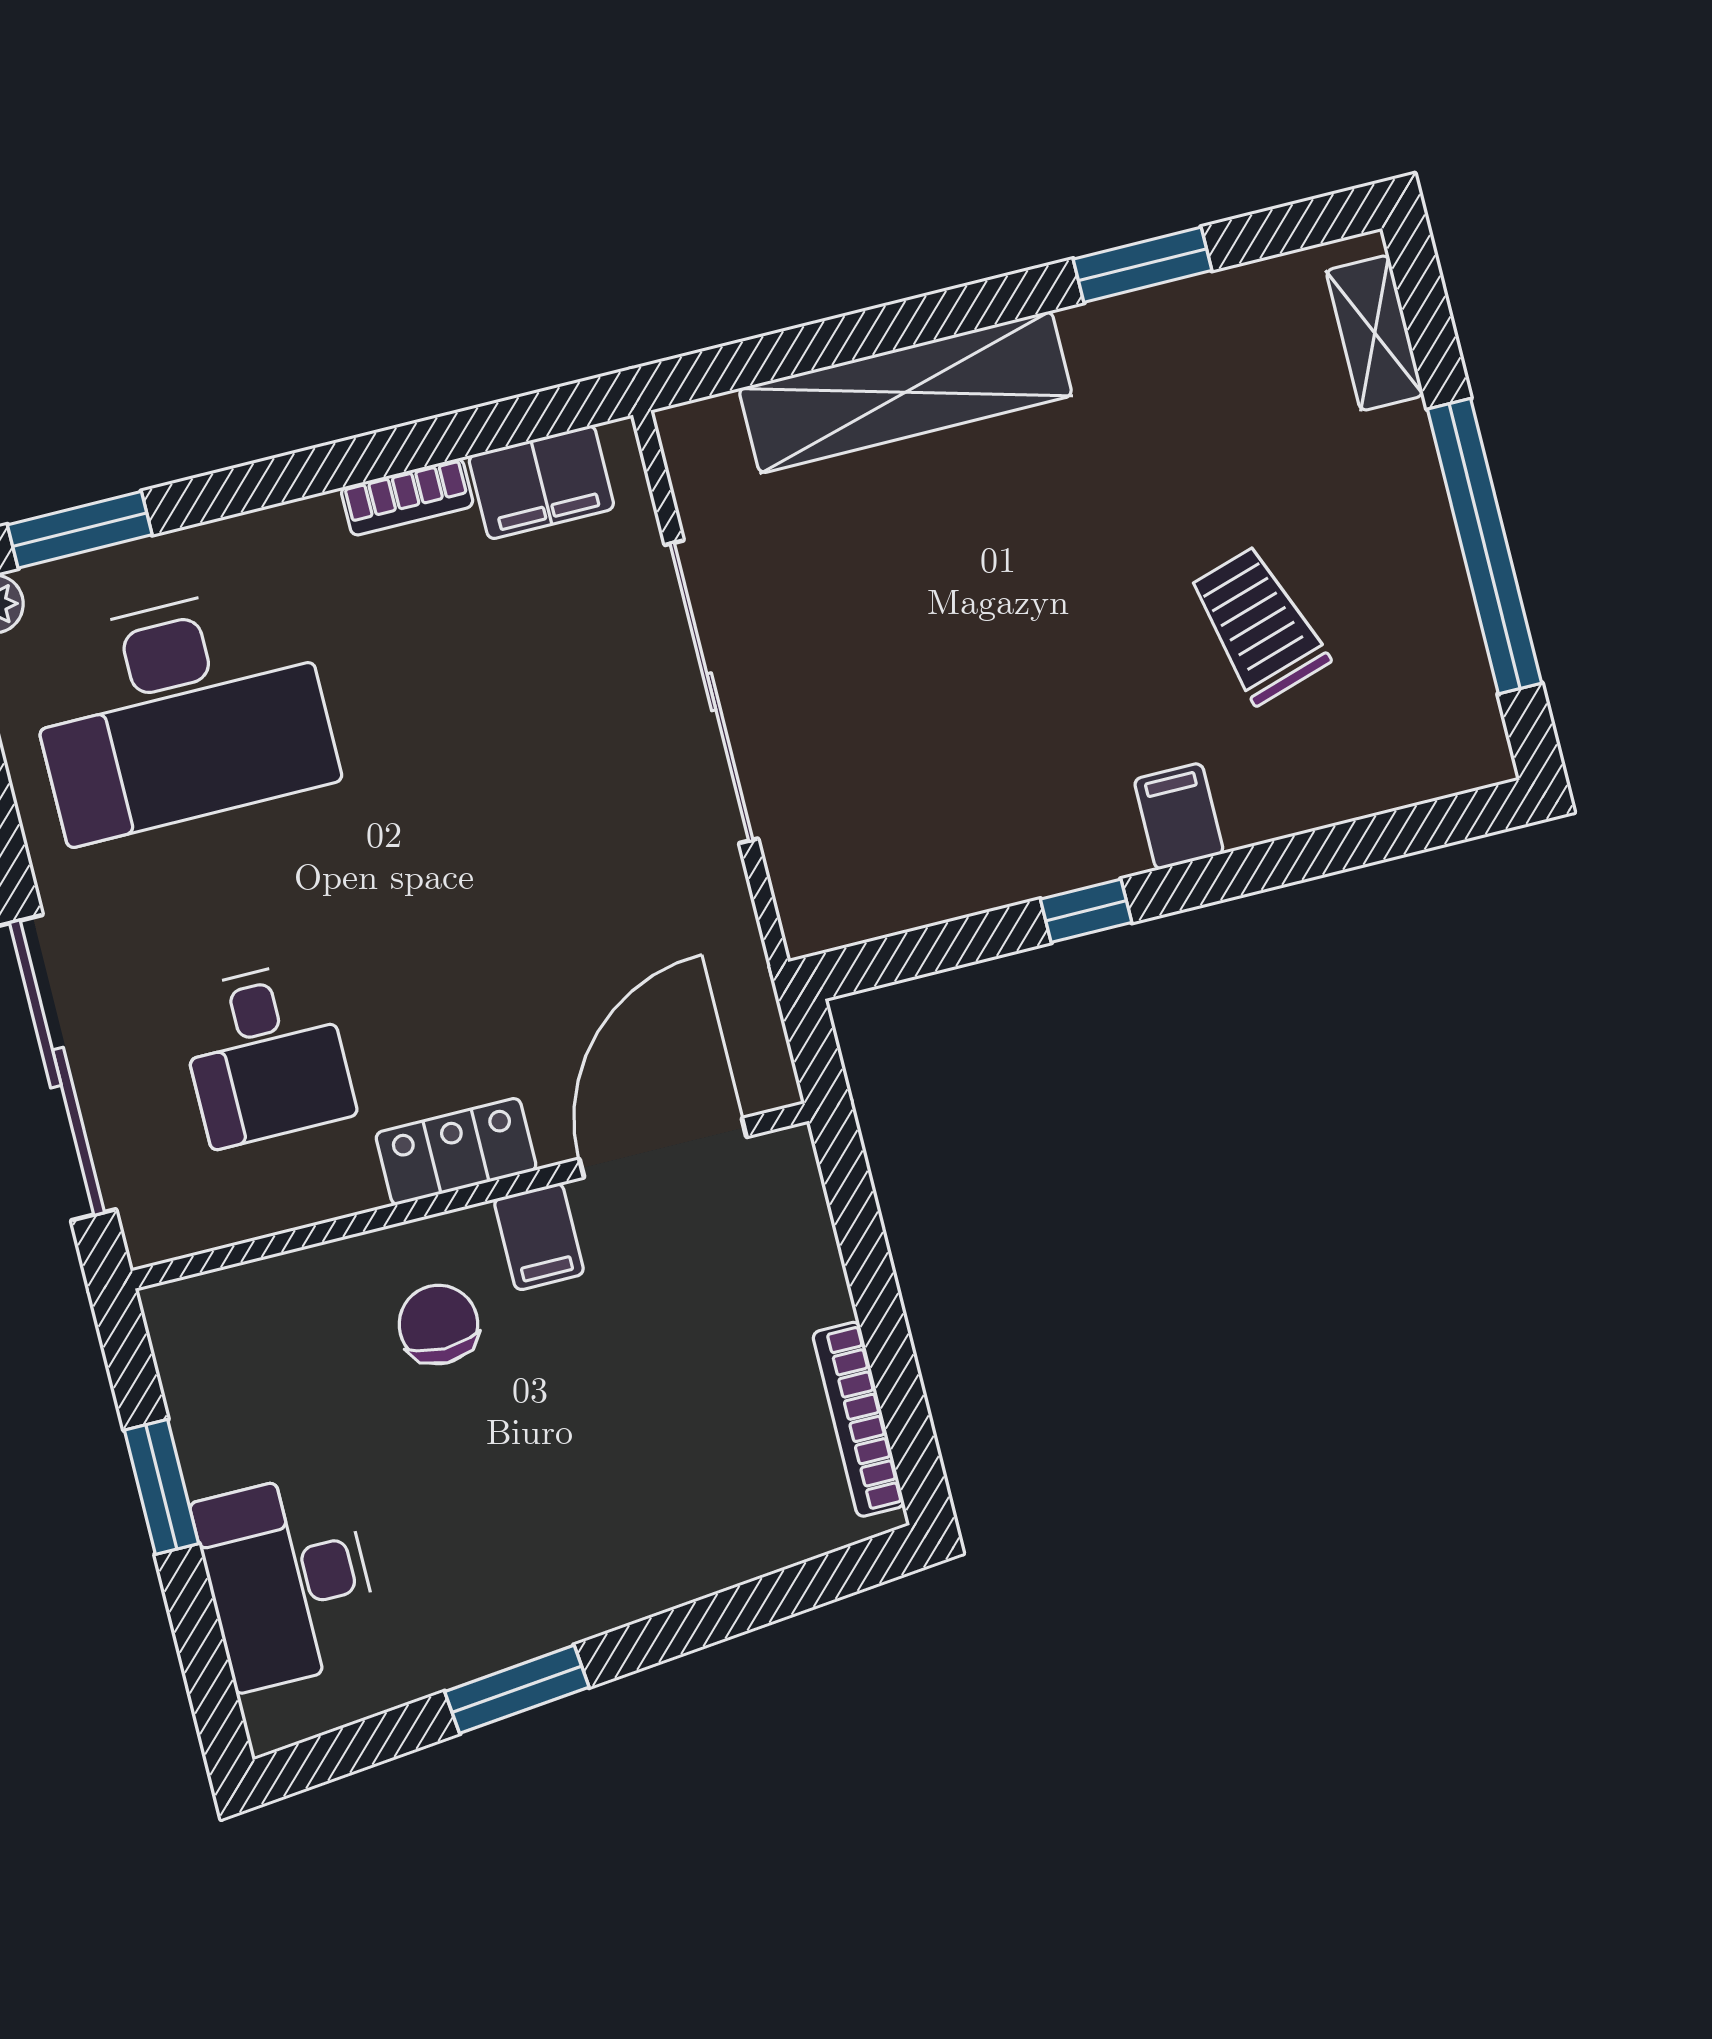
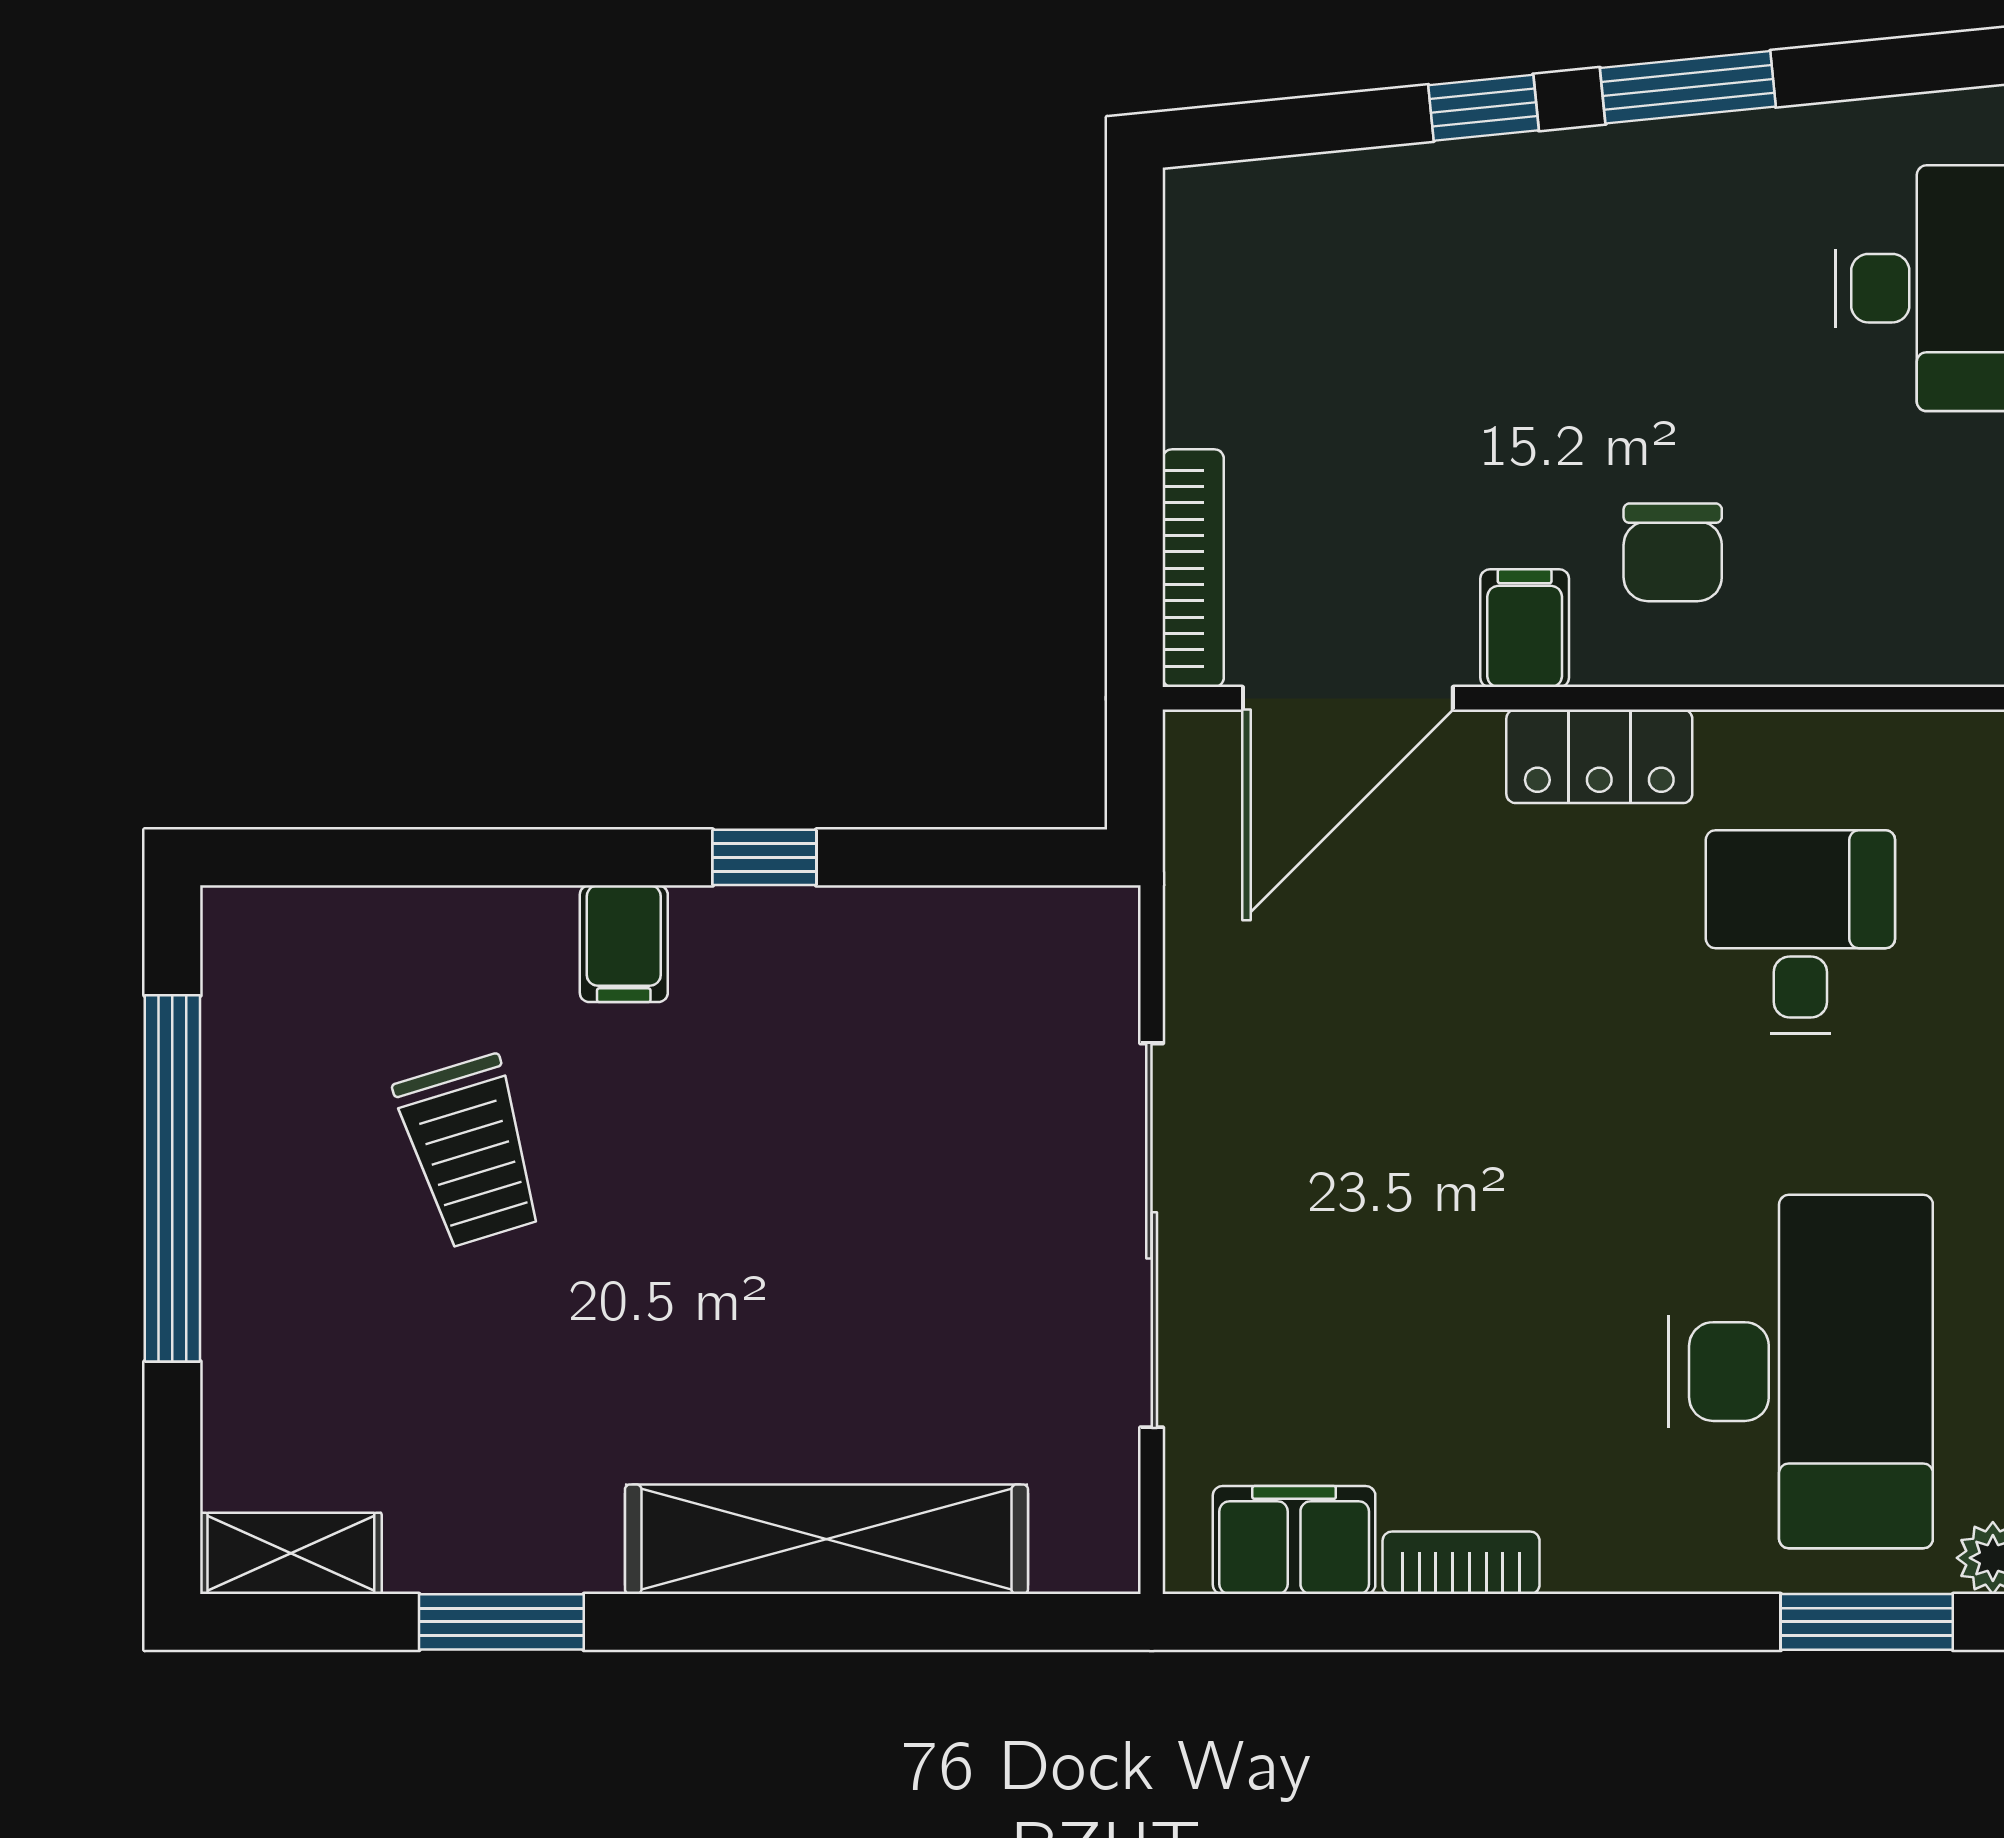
shelving: (1375, 333) -> (291, 1553), moved, turned 90
desk: (180, 712) -> (1800, 1372), turned 90
bookcase: (858, 1419) -> (1193, 568), moved
window: (672, 1634) -> (1483, 108), added

